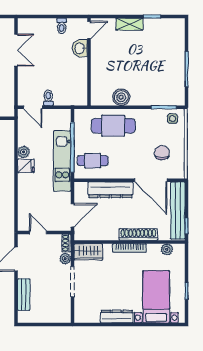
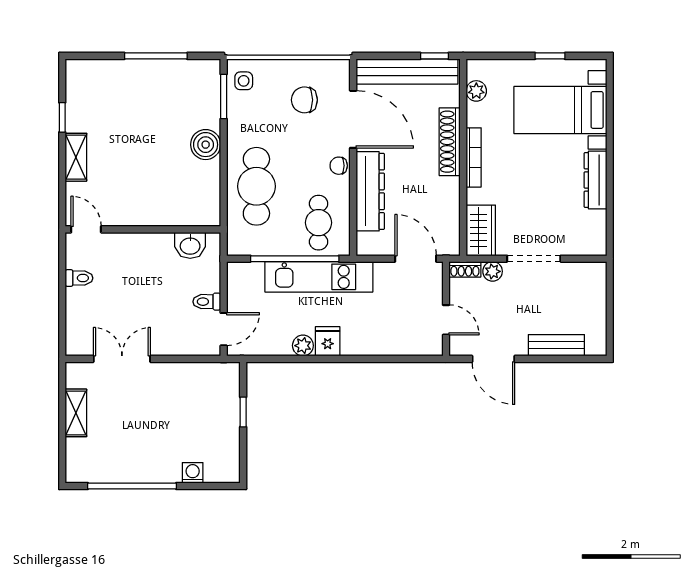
washbasin: (80, 48) -> (190, 245), moved
boiler: (121, 97) -> (206, 145), moved
chair: (125, 172) -> (339, 166), added
door: (151, 180) -> (353, 119), hinge flipped
door: (38, 232) -> (446, 320), swing flipped

